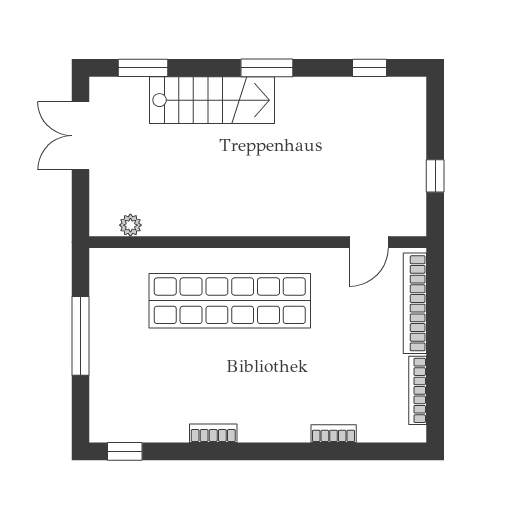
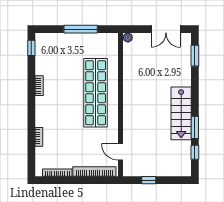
window: (267, 68) -> (195, 127), moved
stairs: (212, 100) -> (181, 113), moved
double door: (81, 136) -> (166, 29), swing flipped
plant: (130, 225) -> (128, 38), moved

